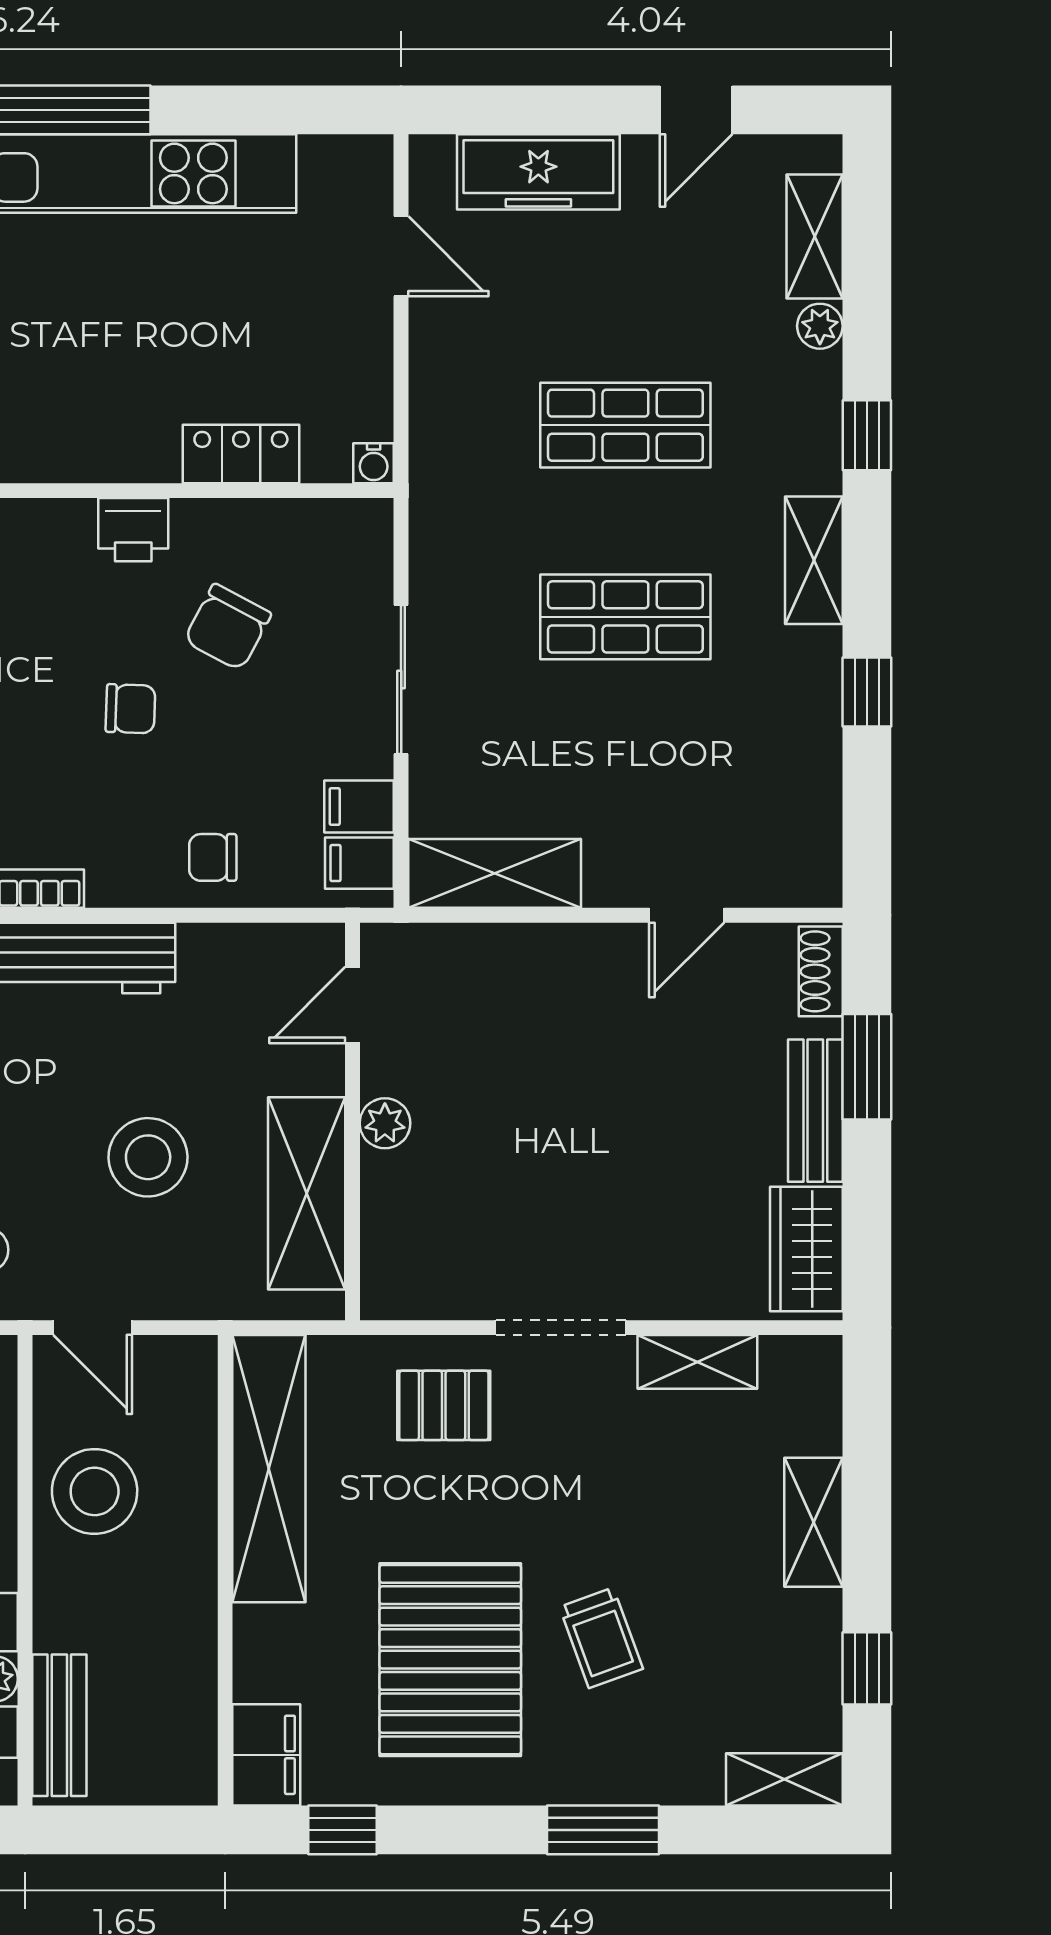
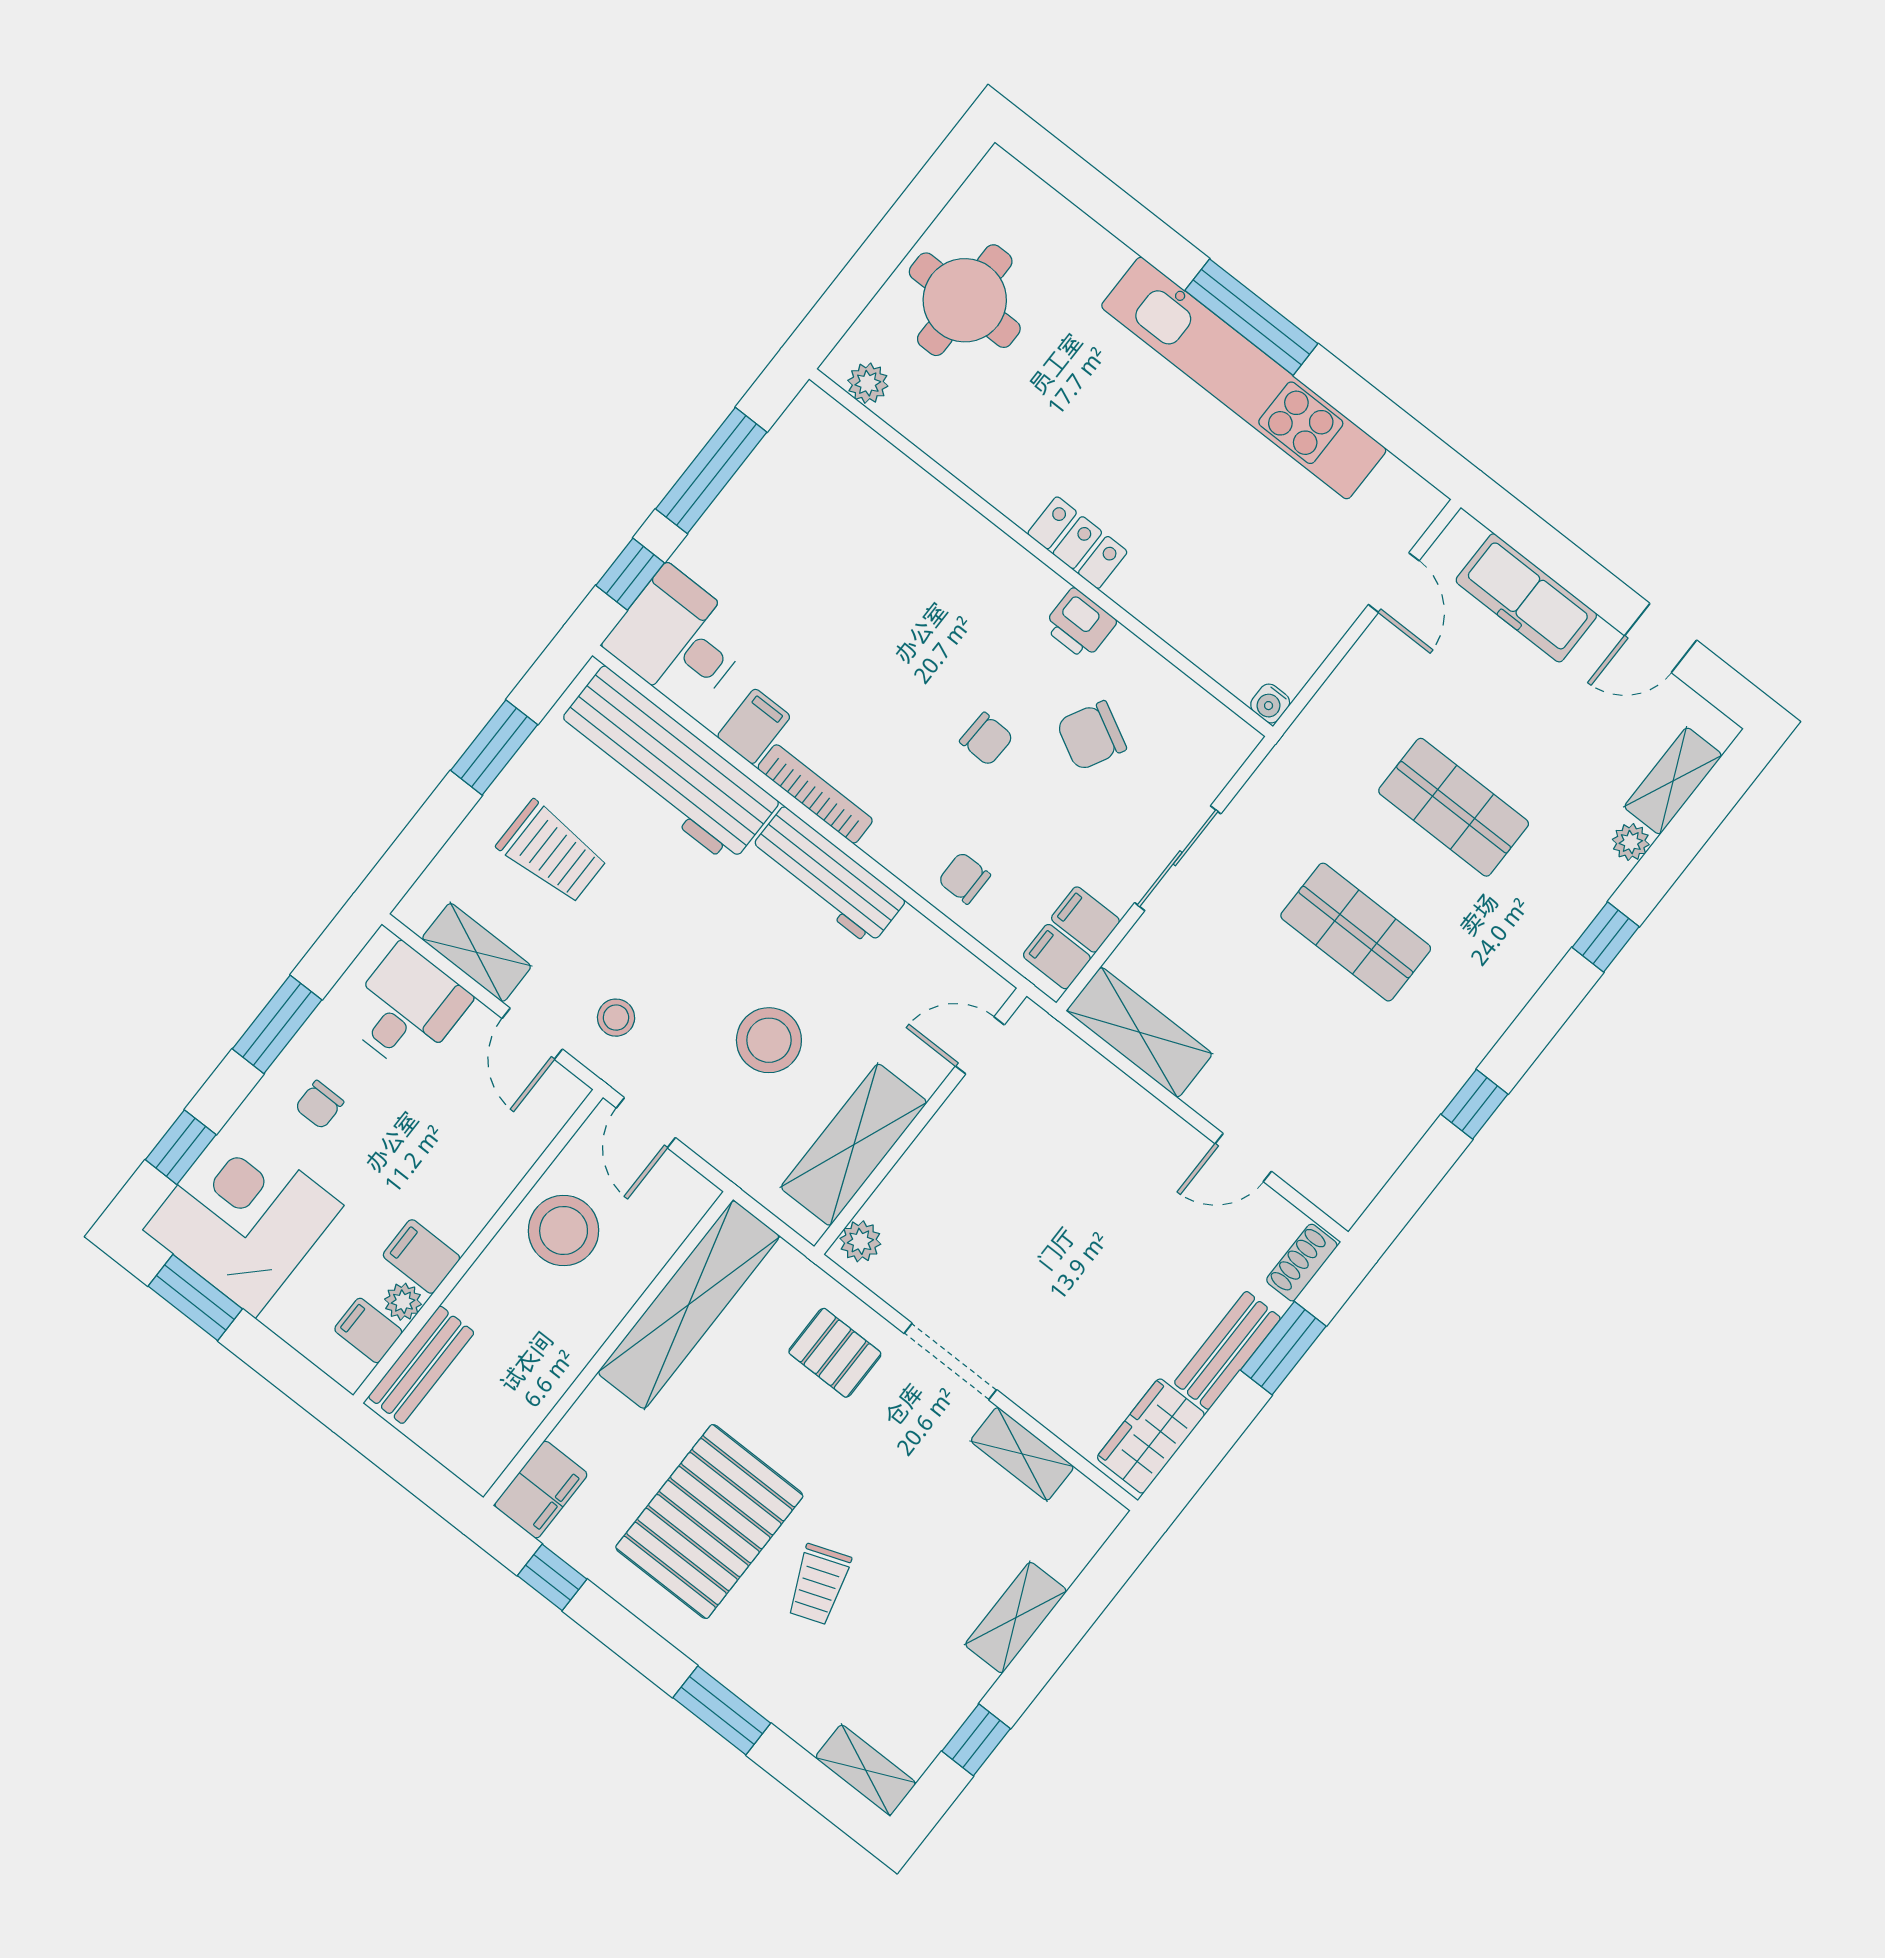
locker: (241, 454) -> (1077, 543), moved
shelving: (814, 560) -> (1507, 991), removed
plant: (385, 1123) -> (860, 1241), moved

